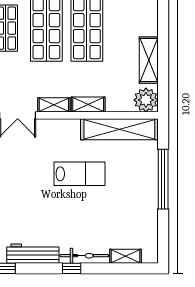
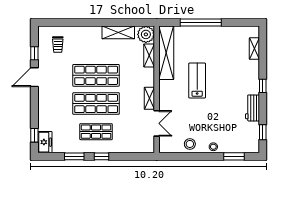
shelving: (88, 104) -> (149, 55), moved
workbench: (33, 254) -> (253, 108), width x0.73
bicycle: (84, 256) -> (254, 77), removed

